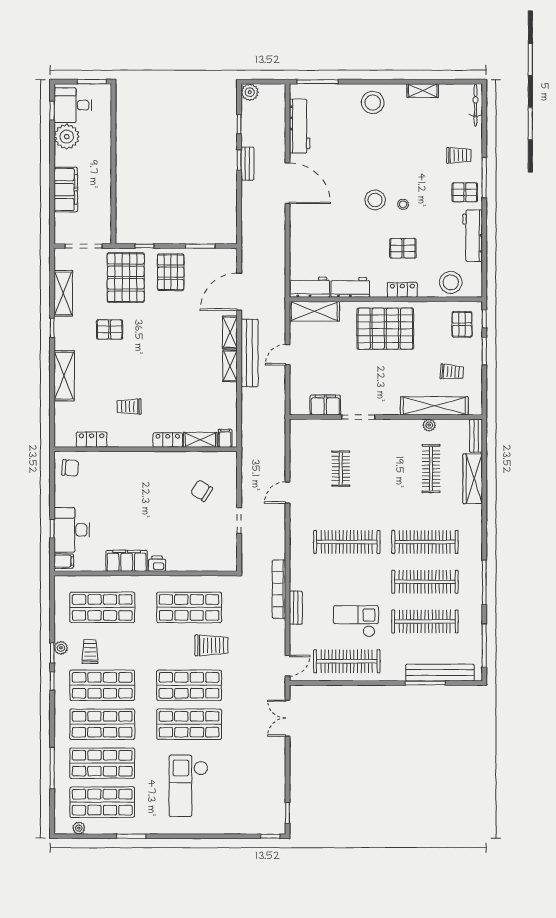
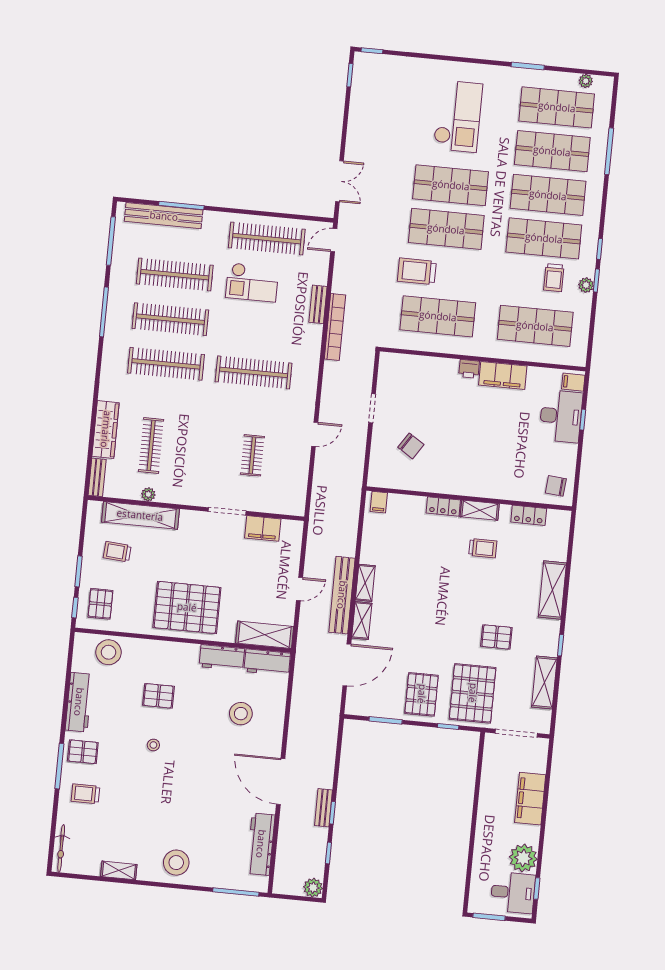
stool: (375, 200) -> (241, 714), moved
locker: (402, 290) -> (164, 649), removed
shelving: (200, 440) -> (480, 510), moved

